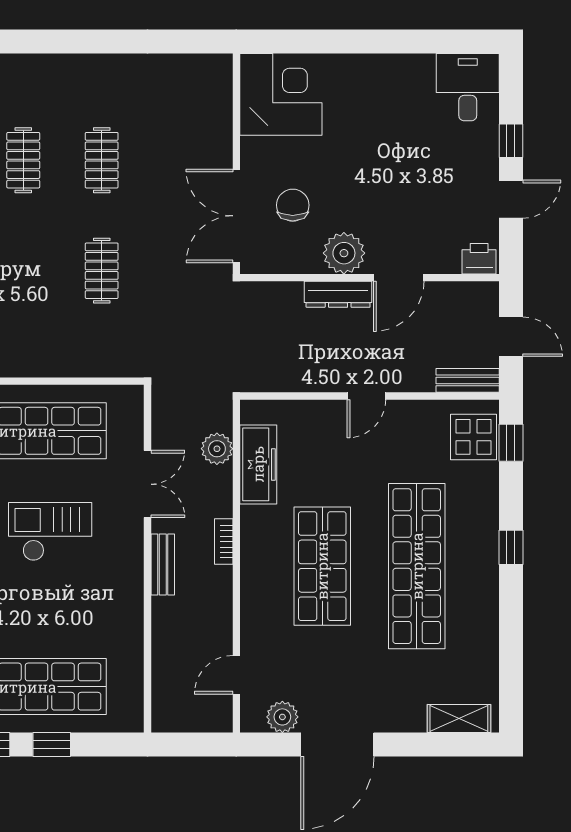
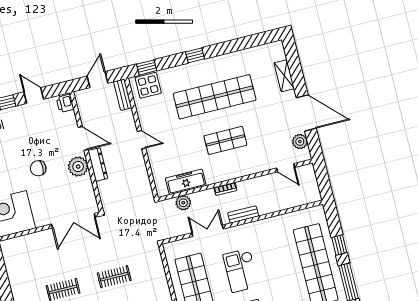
chair: (293, 205) -> (38, 168), moved
shop shelf: (322, 566) -> (225, 140), width x0.70, depth x0.74
shelving: (459, 718) -> (284, 76), moved

